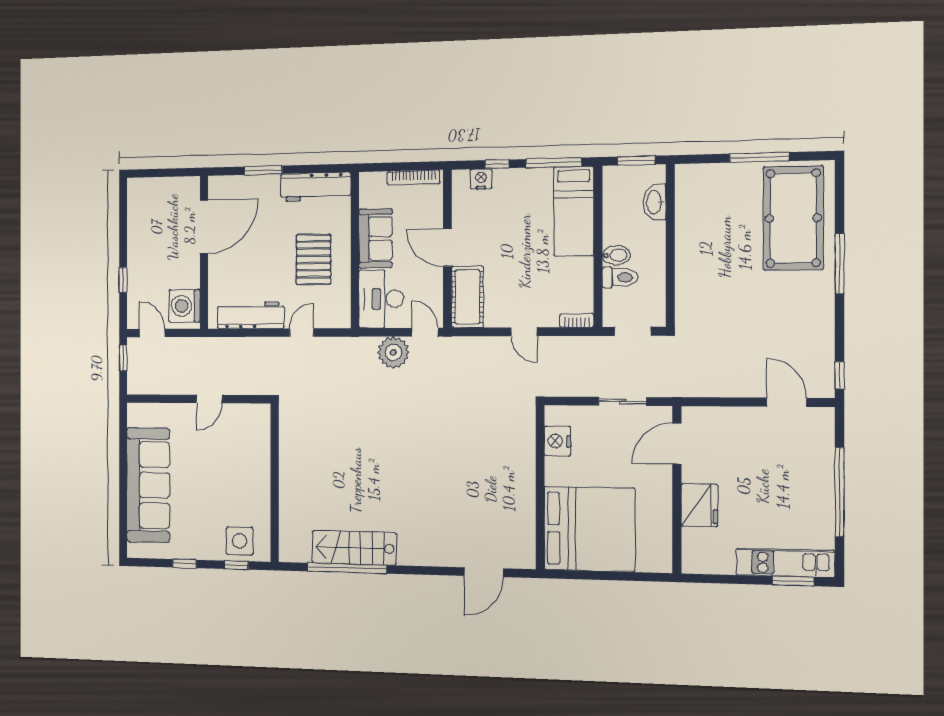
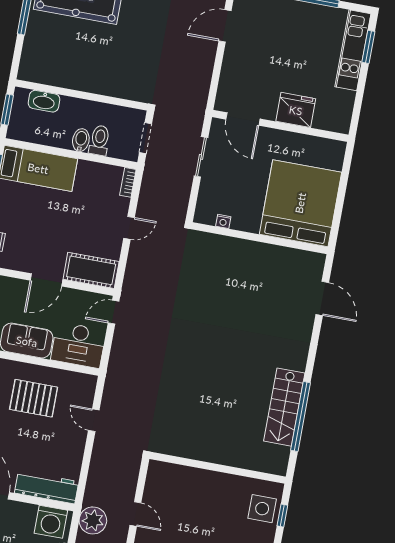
workbench: (251, 315) -> (47, 487), moved, turned 90
plant: (393, 352) -> (93, 520), moved
nightstand: (557, 441) -> (223, 221), width x0.53, depth x0.56

